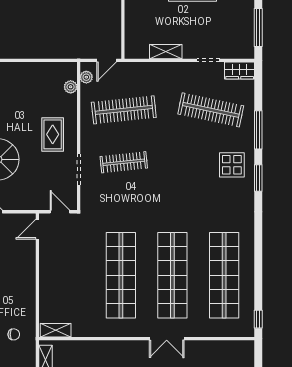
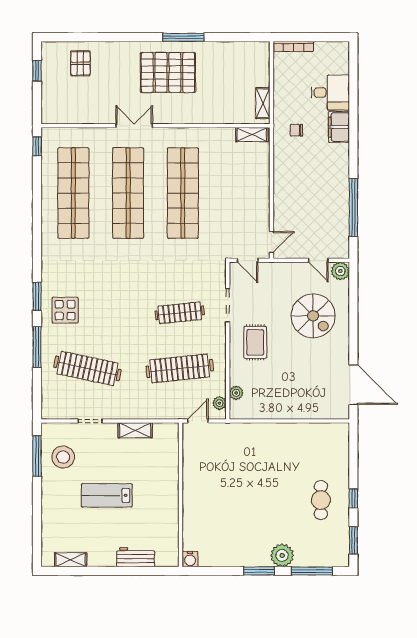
stool: (234, 26) -> (63, 457), added
wardrobe: (240, 70) -> (57, 410), removed

